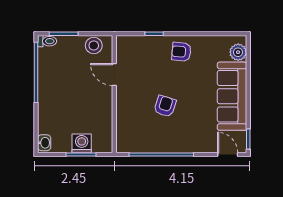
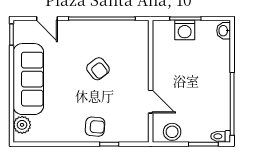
armchair: (181, 52) -> (95, 127), moved
armchair: (165, 106) -> (98, 69), turned -56
door: (228, 154) -> (47, 18), moved

